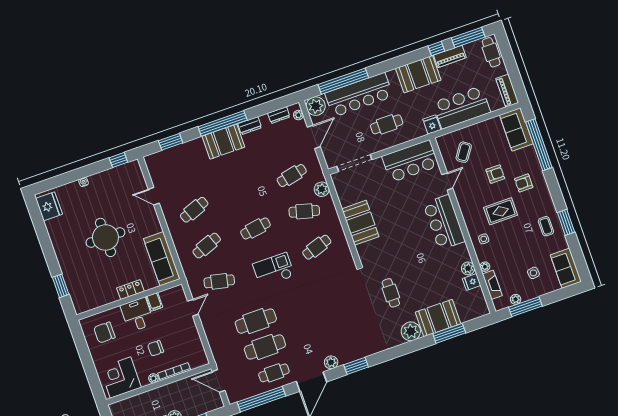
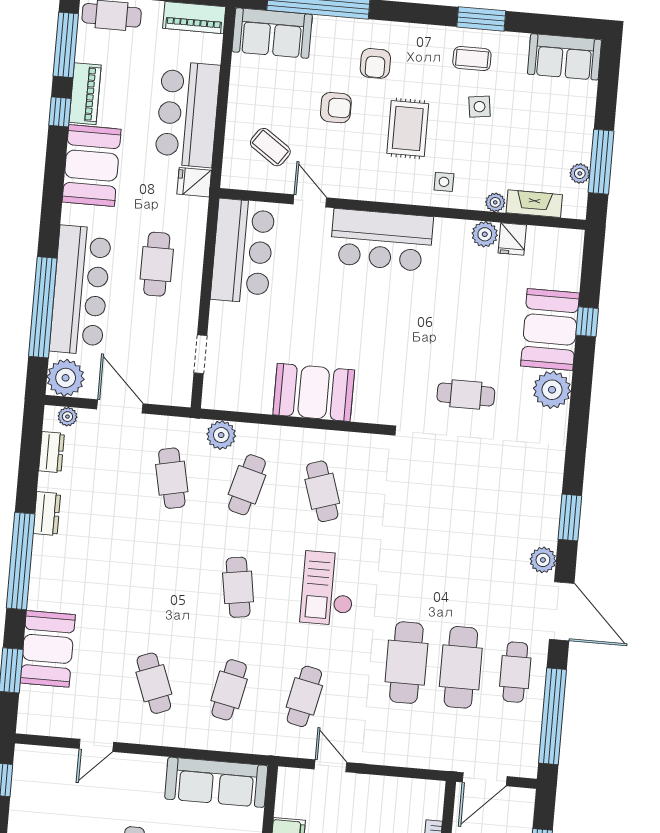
booth: (223, 142) -> (48, 649), moved
doorway: (354, 163) -> (200, 354), width x0.53
armchair: (495, 174) -> (336, 108), turned 90
cafe table: (207, 246) -> (229, 690), turned 33
side table: (533, 273) -> (480, 107), moved
window: (449, 333) -> (587, 322), width x0.46

